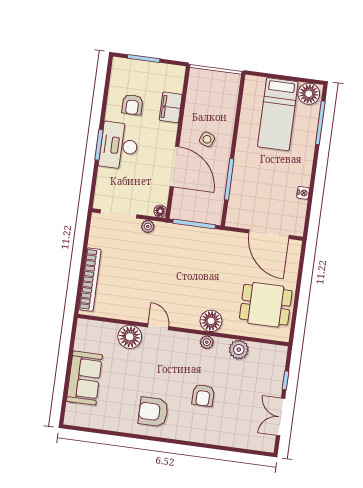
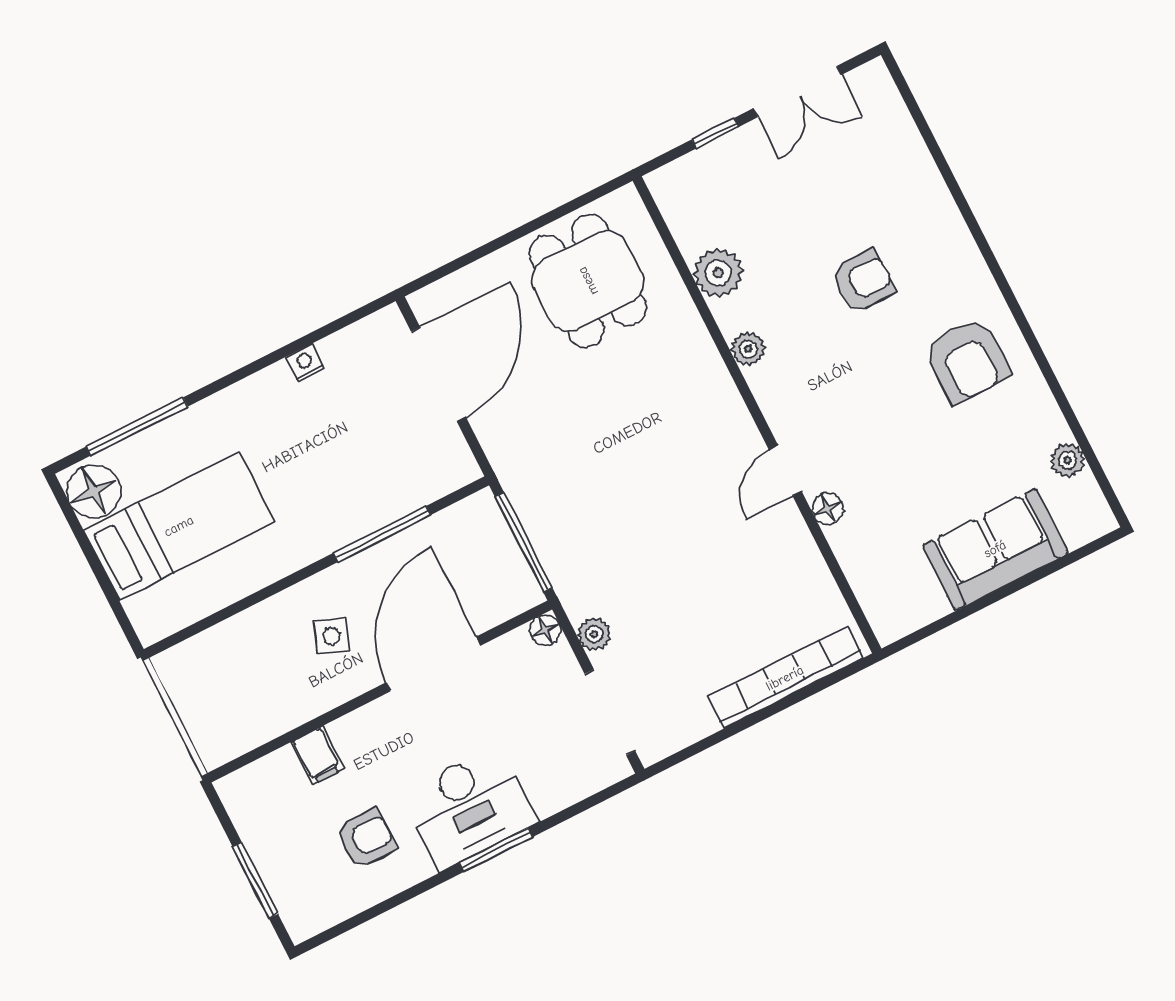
filing cabinet: (171, 107) -> (317, 756), width x0.50
floor lamp: (211, 321) -> (699, 370), removed
floor lamp: (130, 337) -> (828, 509), width x0.53, depth x0.53
plant: (97, 422) -> (1067, 460), added

